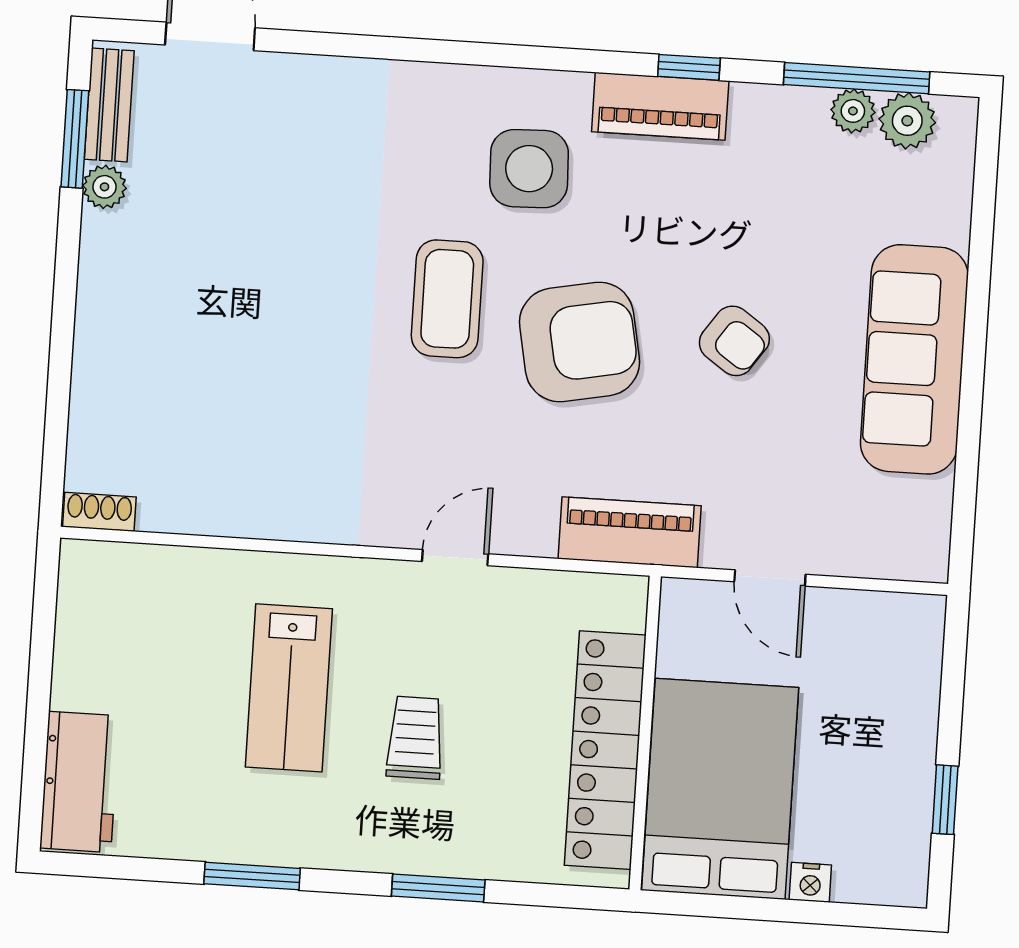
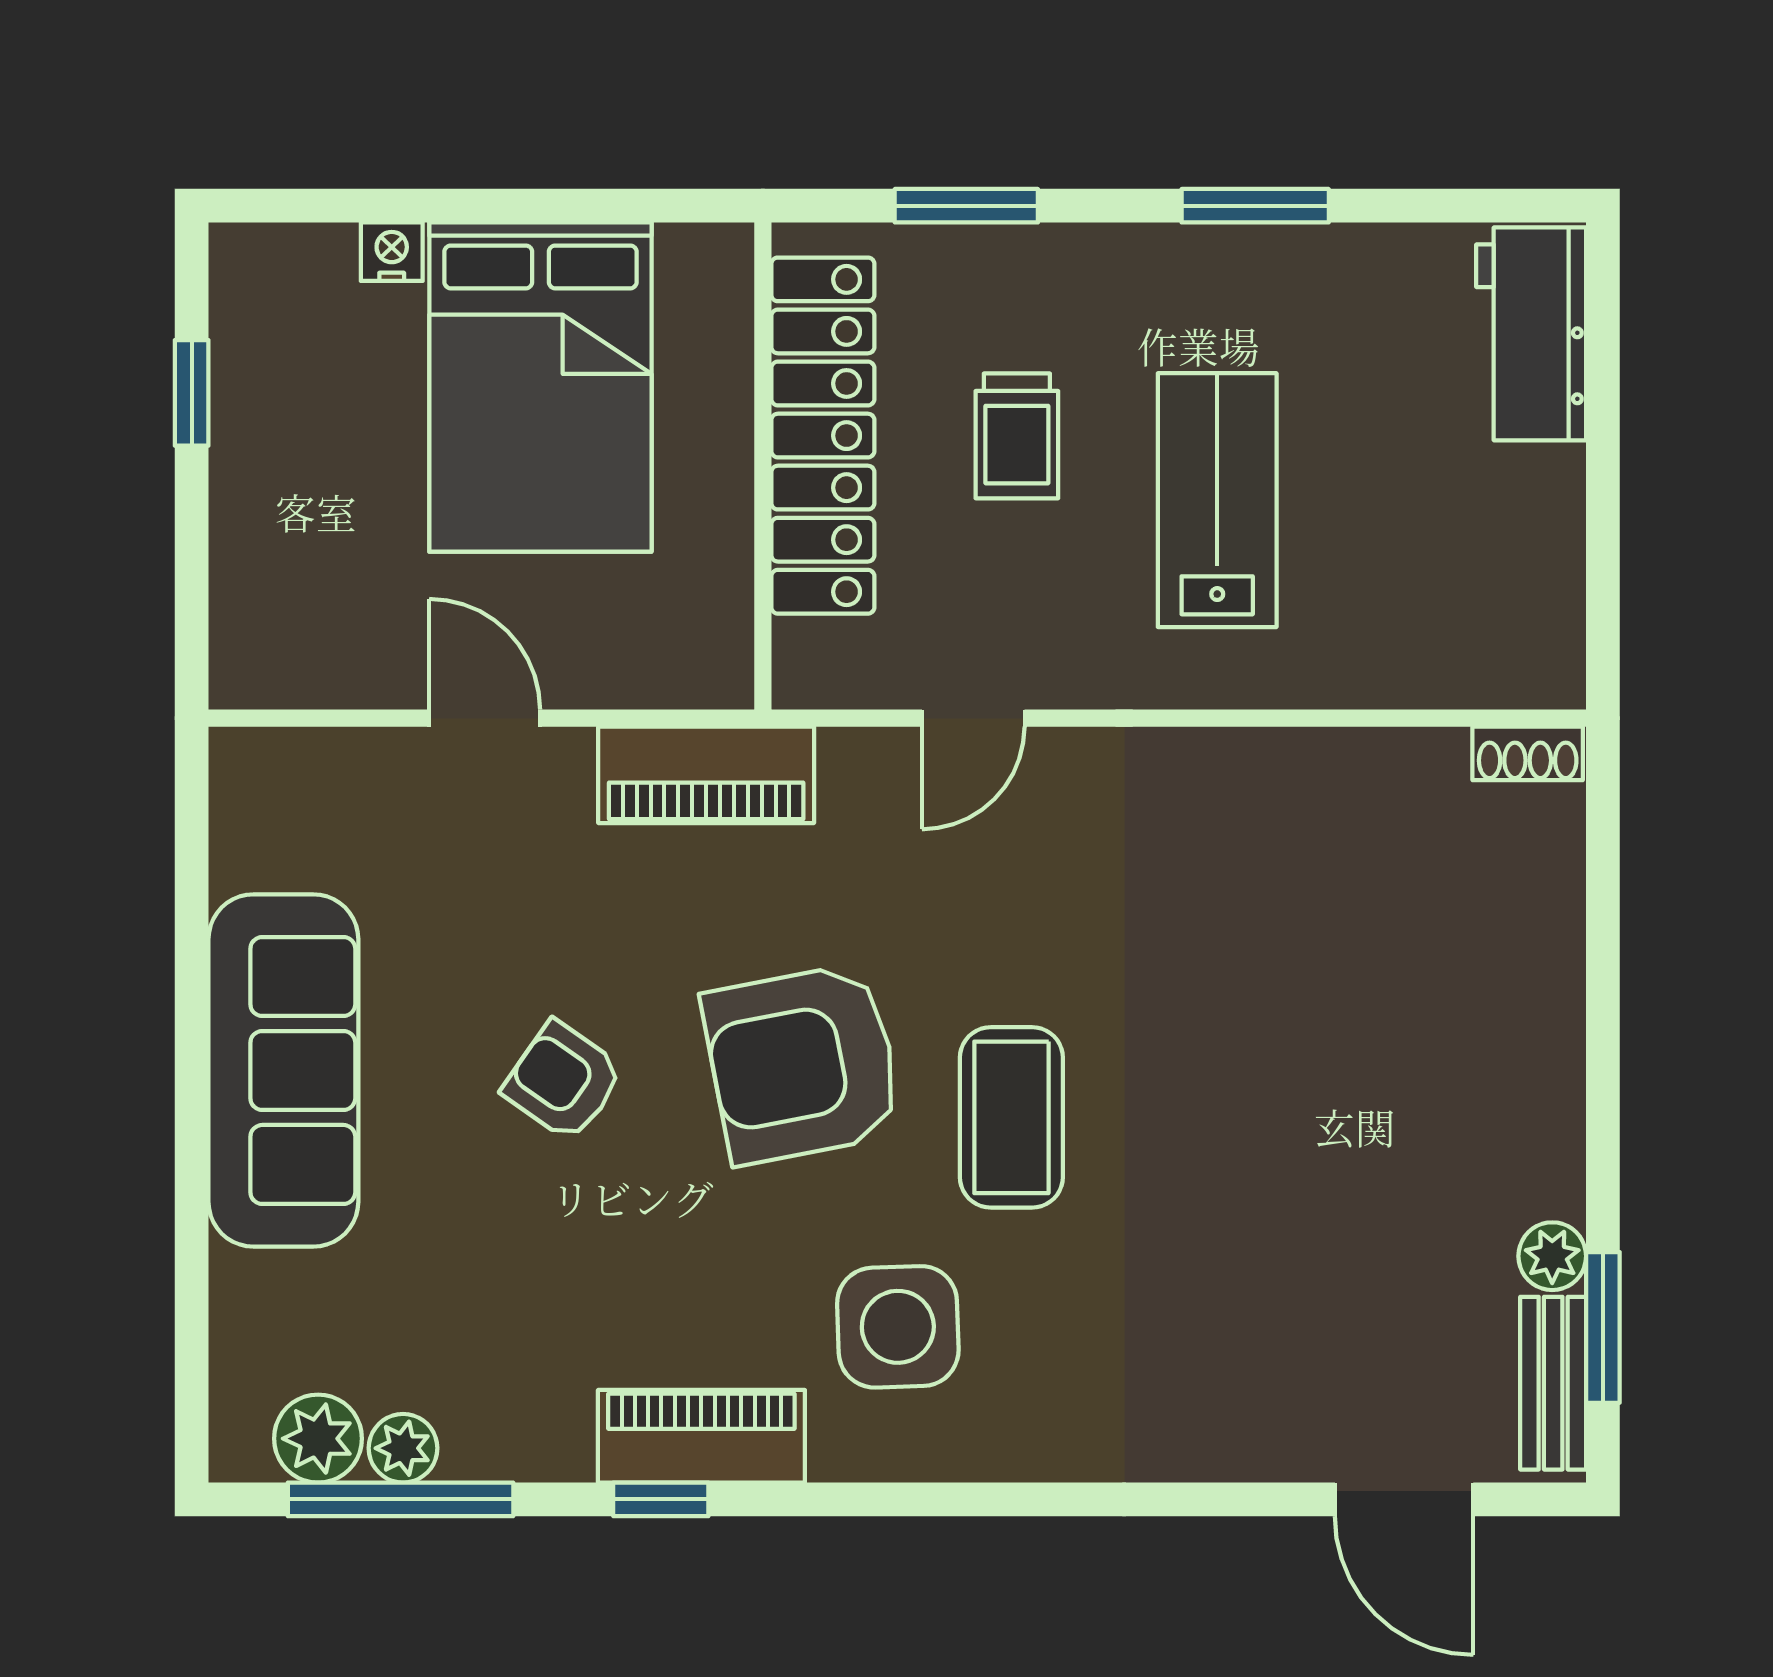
wall: (645, 733) -> (763, 466), moved
locker: (605, 750) -> (823, 436), moved

